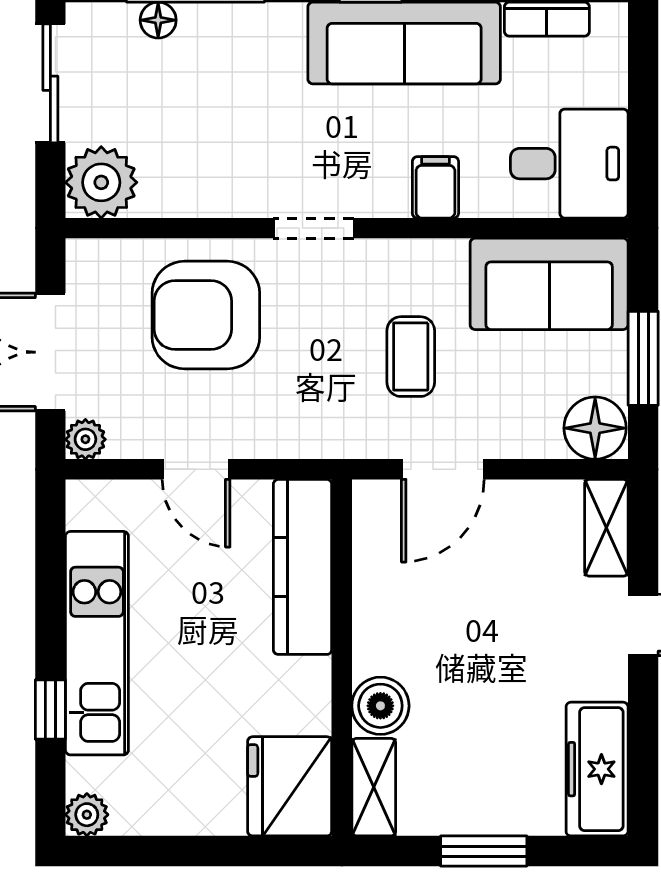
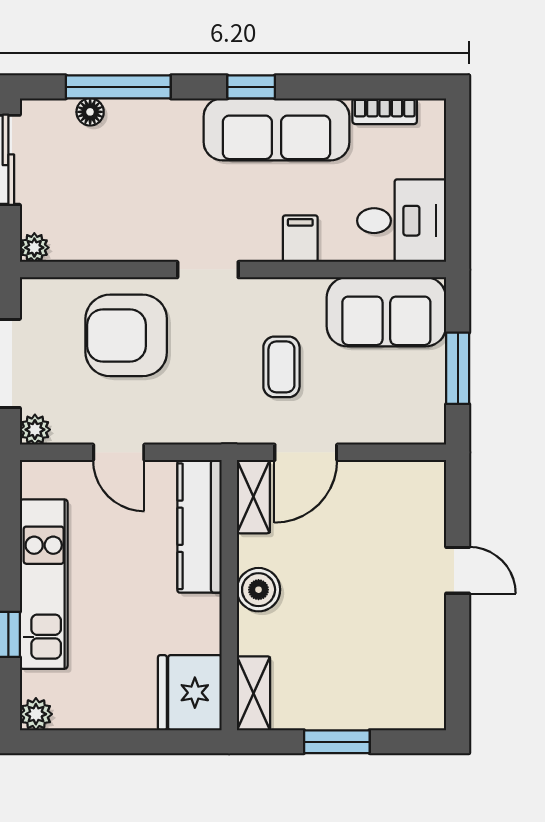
plant: (101, 182) -> (34, 248), width x0.53, depth x0.53
floor lamp: (595, 428) -> (421, 421), removed
shelving: (606, 528) -> (253, 497), moved
boiler: (380, 706) -> (259, 590), moved
freezer: (597, 769) -> (423, 680), removed

